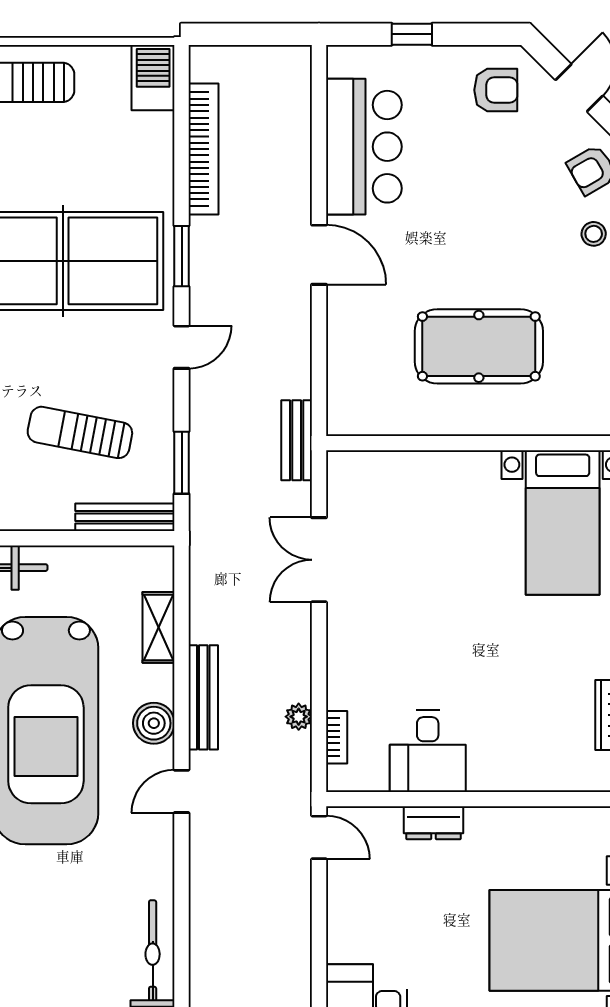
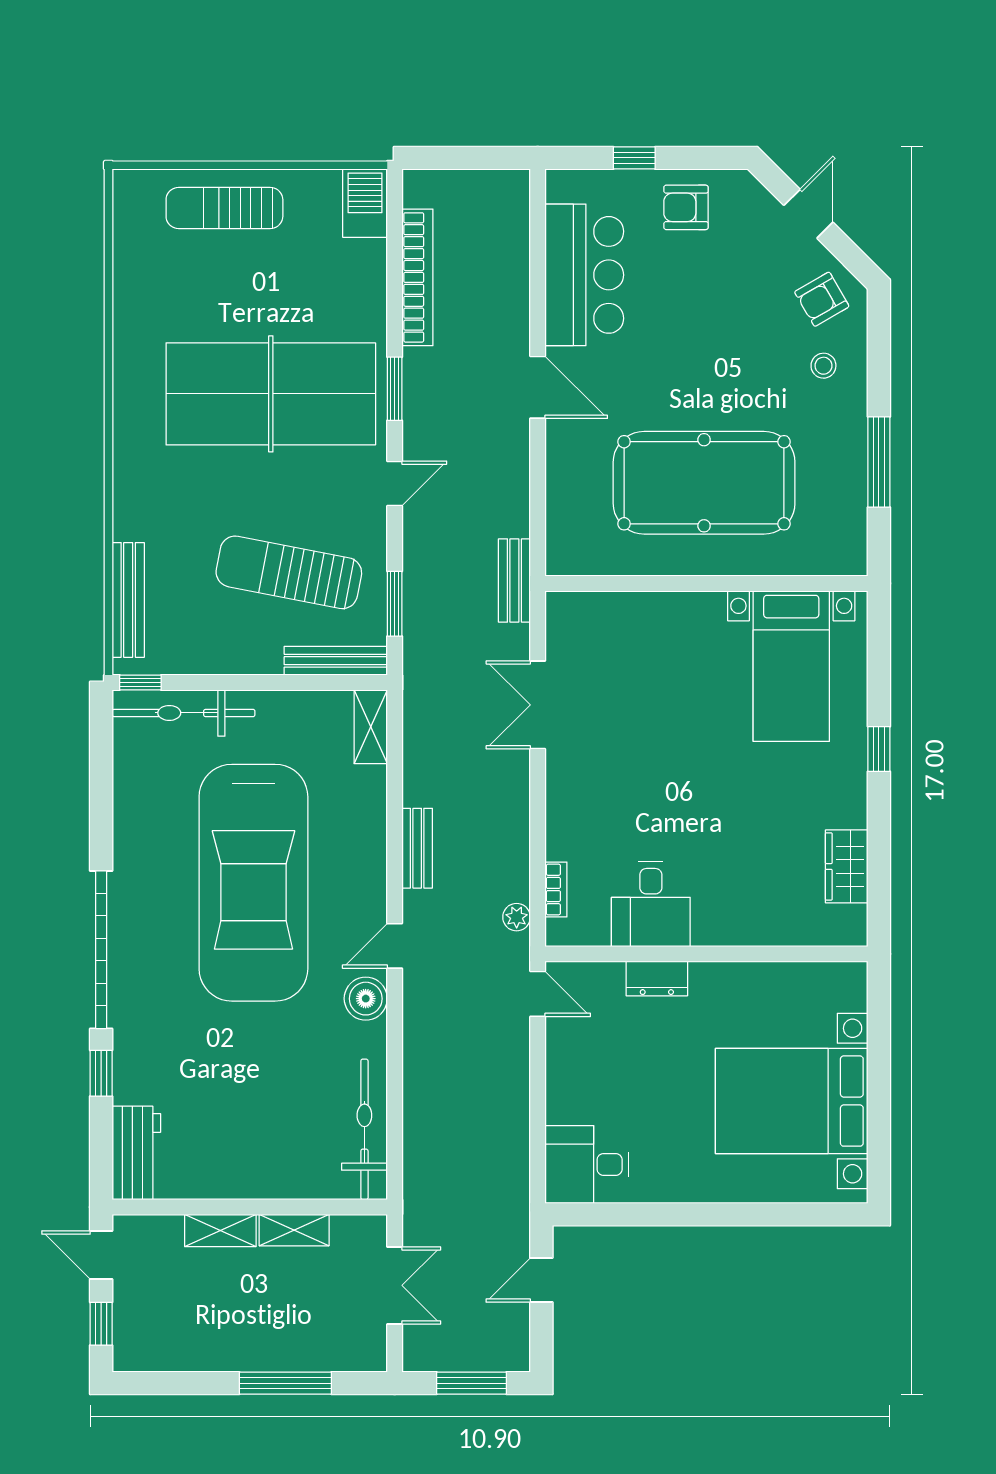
armchair: (496, 90) -> (686, 207), moved, turned 180
pool table: (479, 346) -> (704, 483), width x1.36, depth x1.32
sun lounger: (80, 432) -> (289, 572), width x1.36, depth x1.34
shelving: (159, 627) -> (371, 727), moved
bench: (203, 697) -> (417, 848), width x0.73
plant: (299, 717) -> (517, 917), moved
boiler: (154, 723) -> (366, 999), moved

